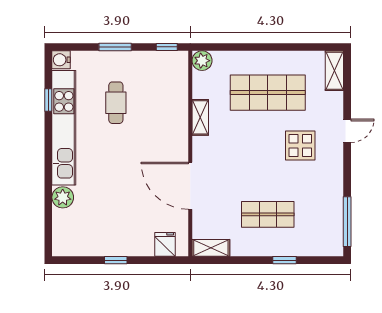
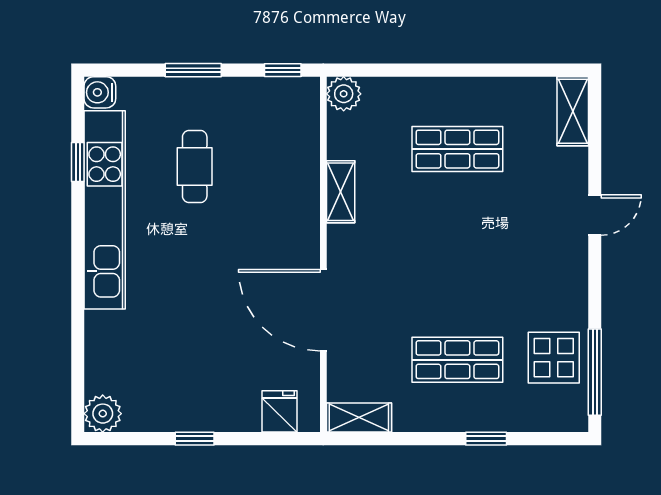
shop shelf: (268, 93) -> (457, 149), width x0.70, depth x0.74
display table: (300, 145) -> (554, 358), moved
plant: (63, 197) -> (103, 414), moved

